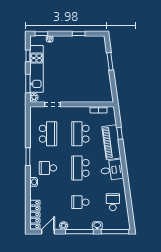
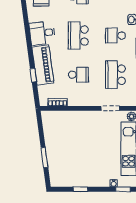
school desk: (80, 134) -> (78, 75), width x0.54
school desk: (48, 168) -> (115, 36), turned 180
school desk: (80, 168) -> (78, 36), turned 180

